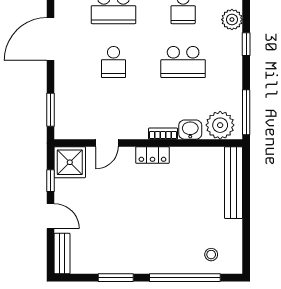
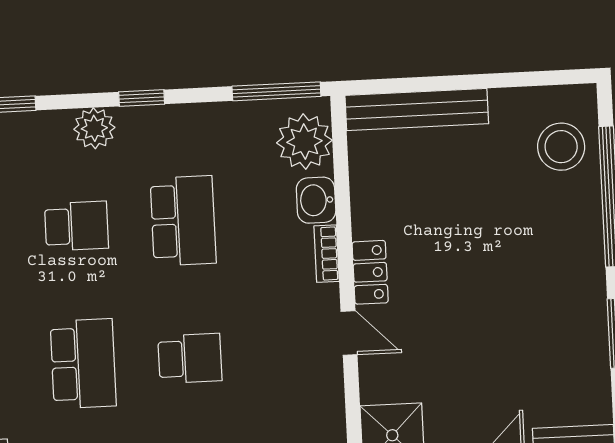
door: (107, 143) -> (349, 333), moved
stool: (211, 255) -> (561, 147), width x1.89, depth x1.89

